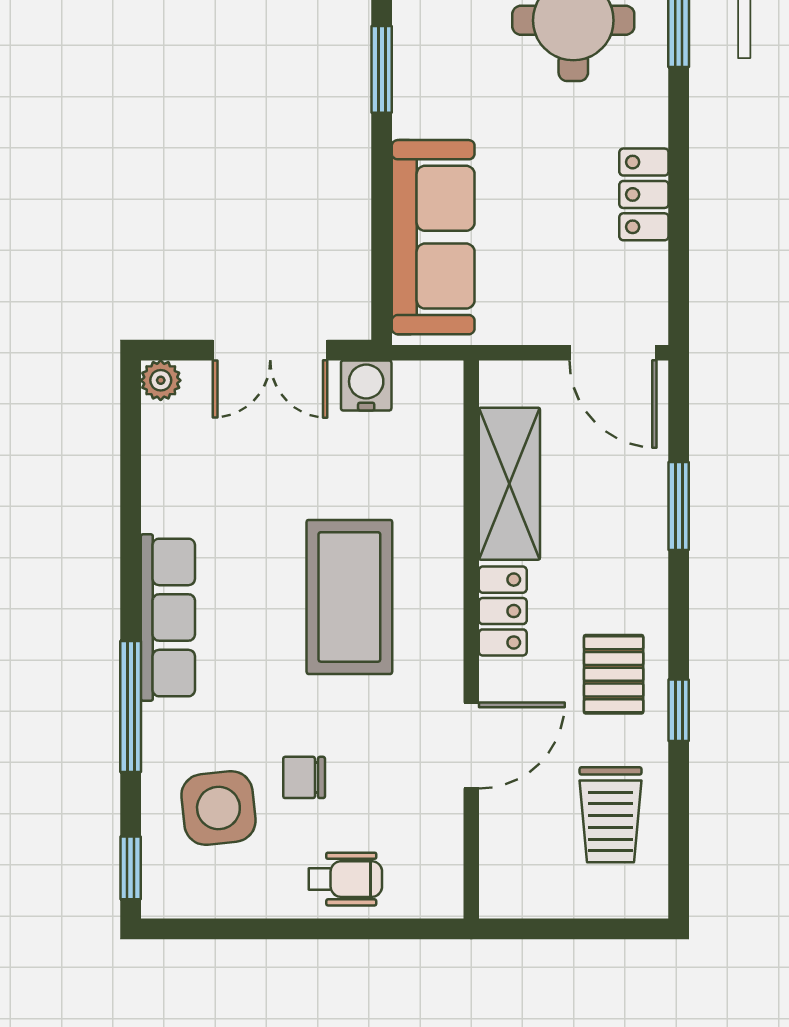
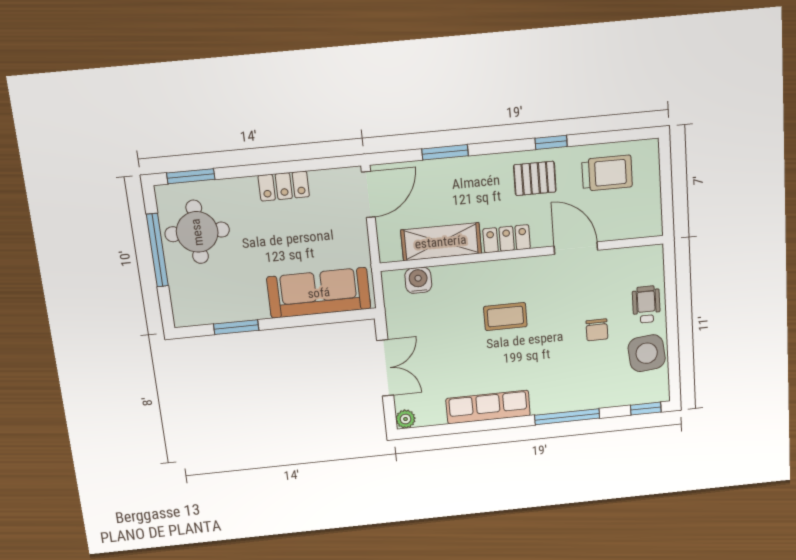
water cooler: (366, 385) -> (418, 280), moved, turned 90
coffee table: (349, 597) -> (505, 317), width x0.54, depth x0.58
row of seats: (168, 617) -> (488, 407), moved
side table: (218, 808) -> (647, 353), moved

